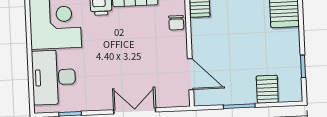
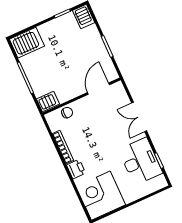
desk: (54, 77) -> (140, 161), moved, turned -90
server rack: (267, 89) -> (84, 16), moved, turned -90

